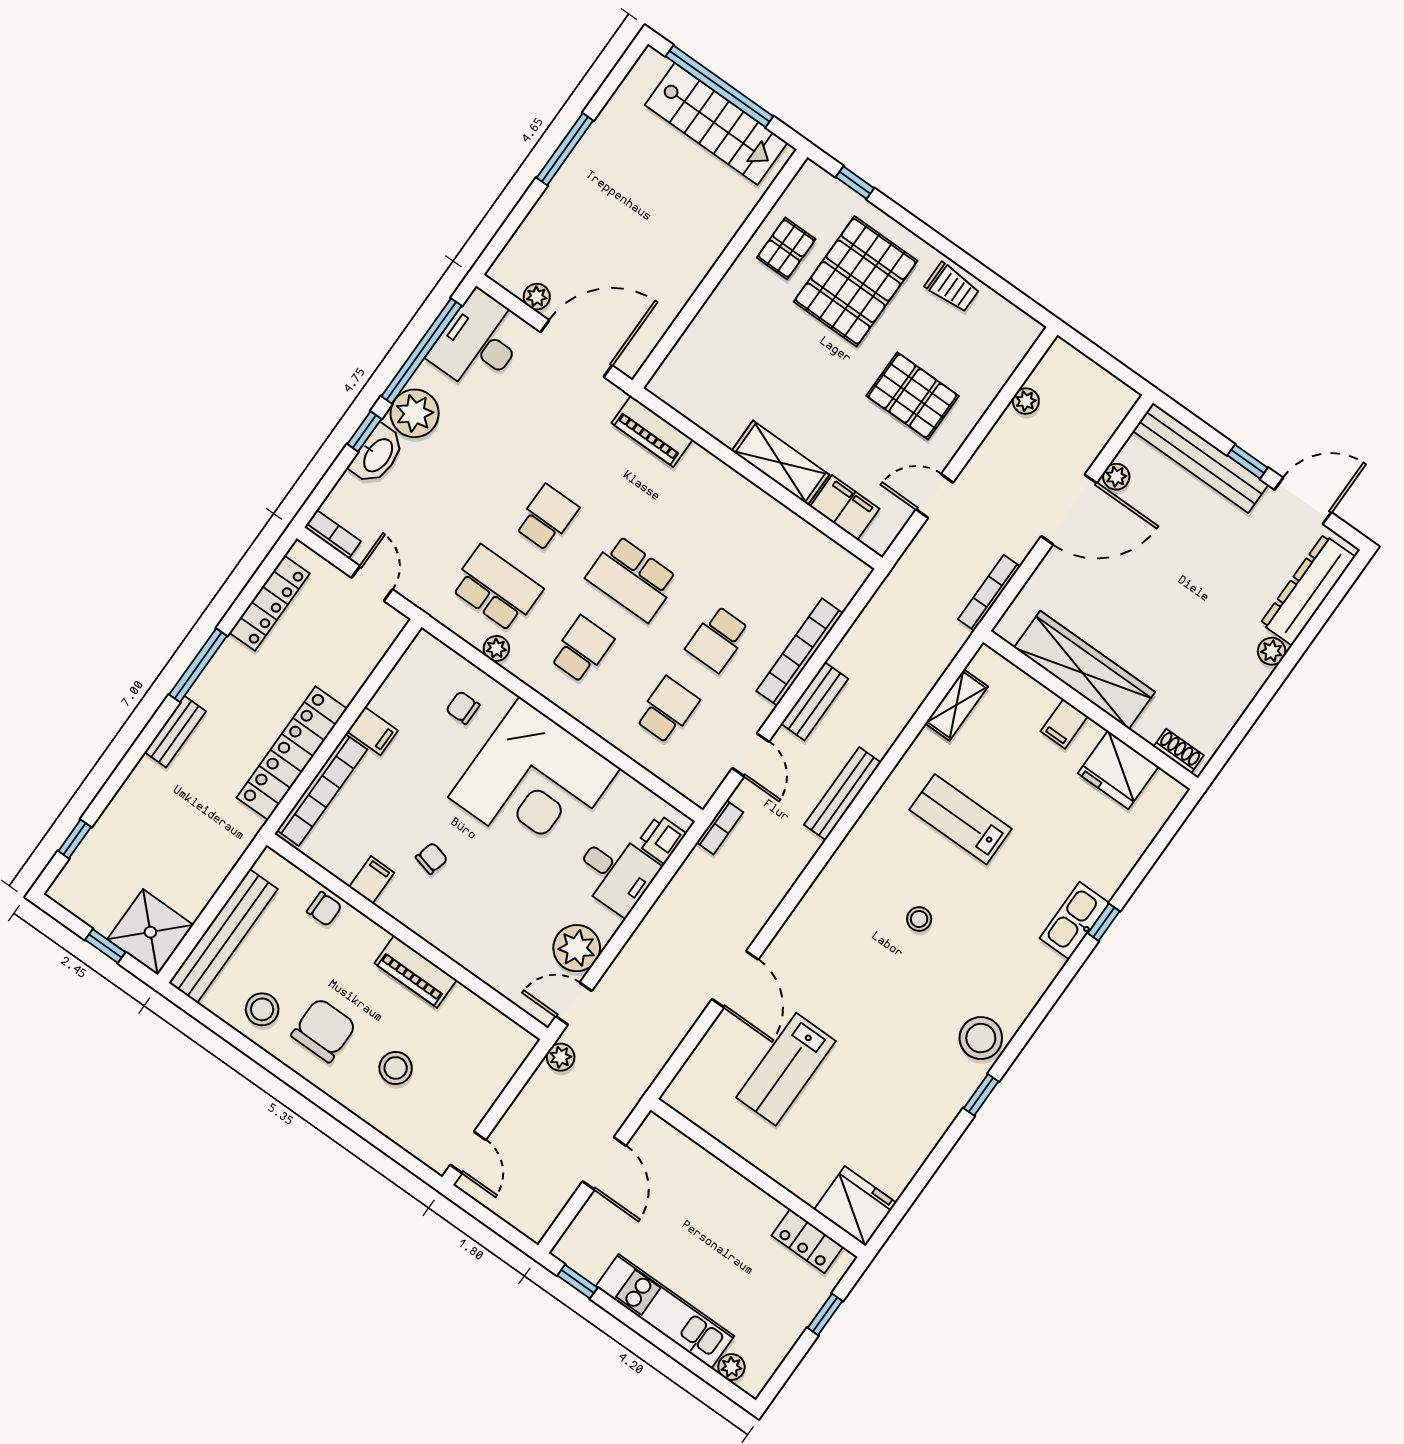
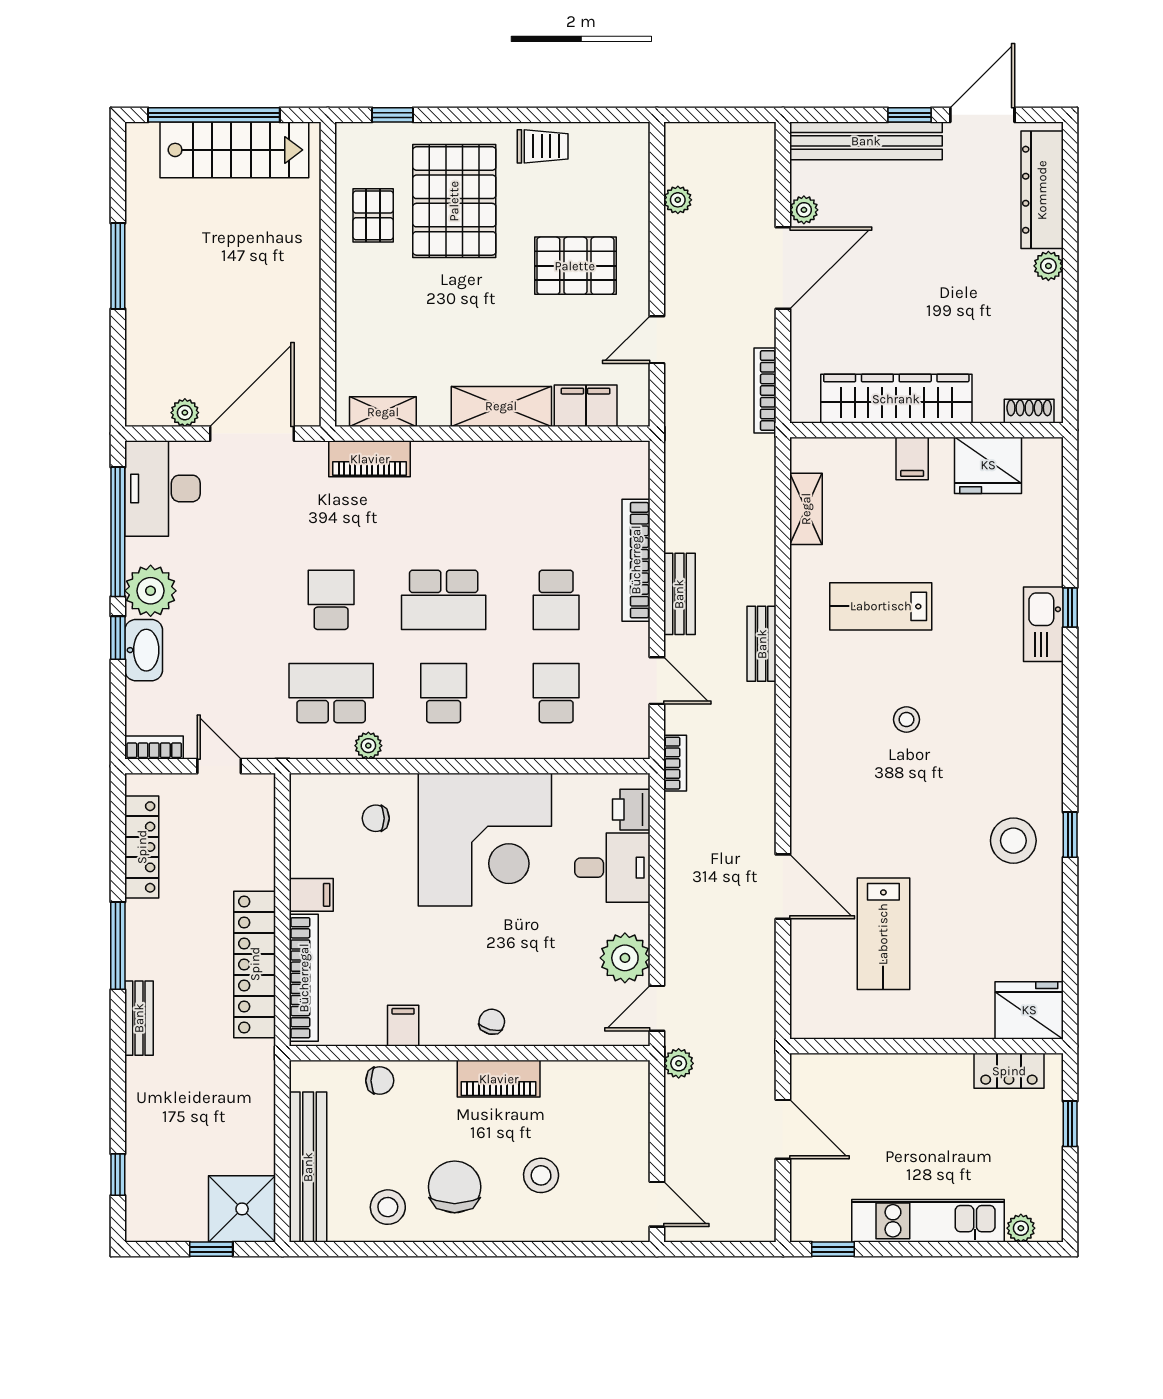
shelving: (688, 403) -> (383, 412), added
bench: (843, 794) -> (762, 644), width x0.73
chair: (431, 858) -> (492, 1022), moved
stool: (981, 1038) -> (1013, 841), moved

